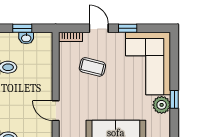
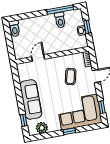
window: (128, 28) -> (102, 107), moved
window: (174, 99) -> (69, 131), moved
plant: (162, 105) -> (42, 128), moved

